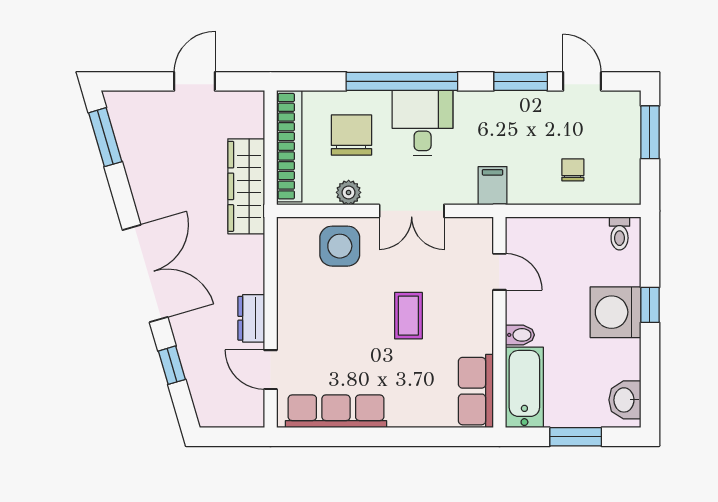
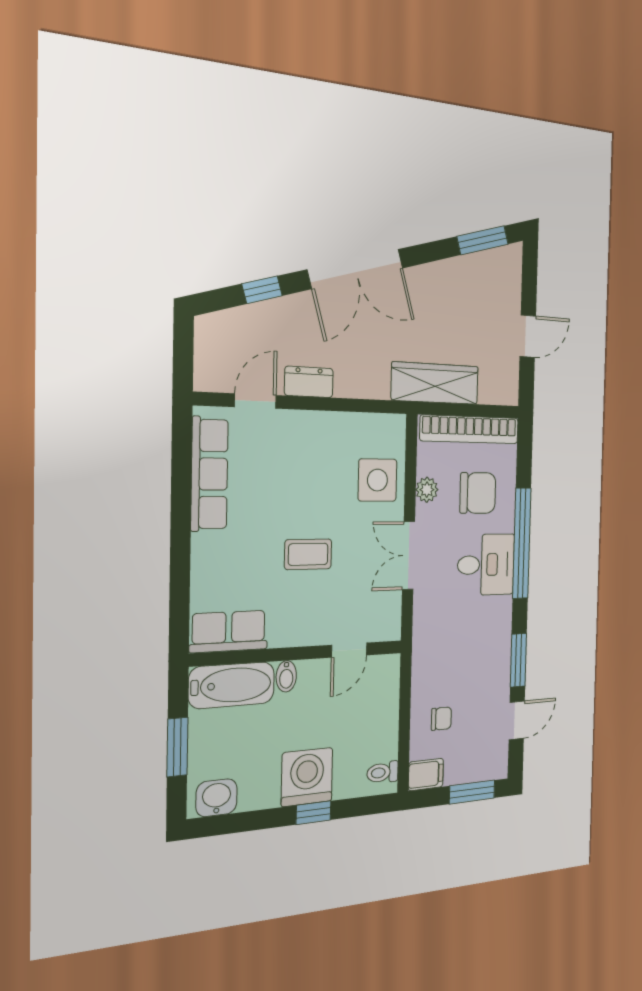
door: (195, 81) -> (528, 336), hinge flipped
filing cabinet: (493, 186) -> (426, 774), moved

